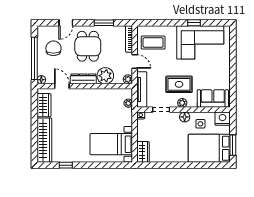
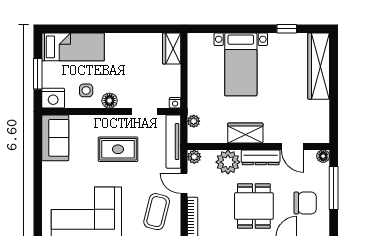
coffee table: (153, 43) -> (157, 212), turned -76
chair: (53, 48) -> (305, 203), turned -90
window: (34, 58) -> (334, 188), width x0.68
sofa: (213, 99) -> (55, 138), moved, turned -90
plant: (182, 103) -> (113, 122), removed
wardrobe: (44, 105) -> (245, 133), moved, turned 90
bed with nightstands: (111, 144) -> (241, 64), moved, turned 90
window: (233, 145) -> (38, 74), moved
bed: (209, 148) -> (73, 47), width x0.67

